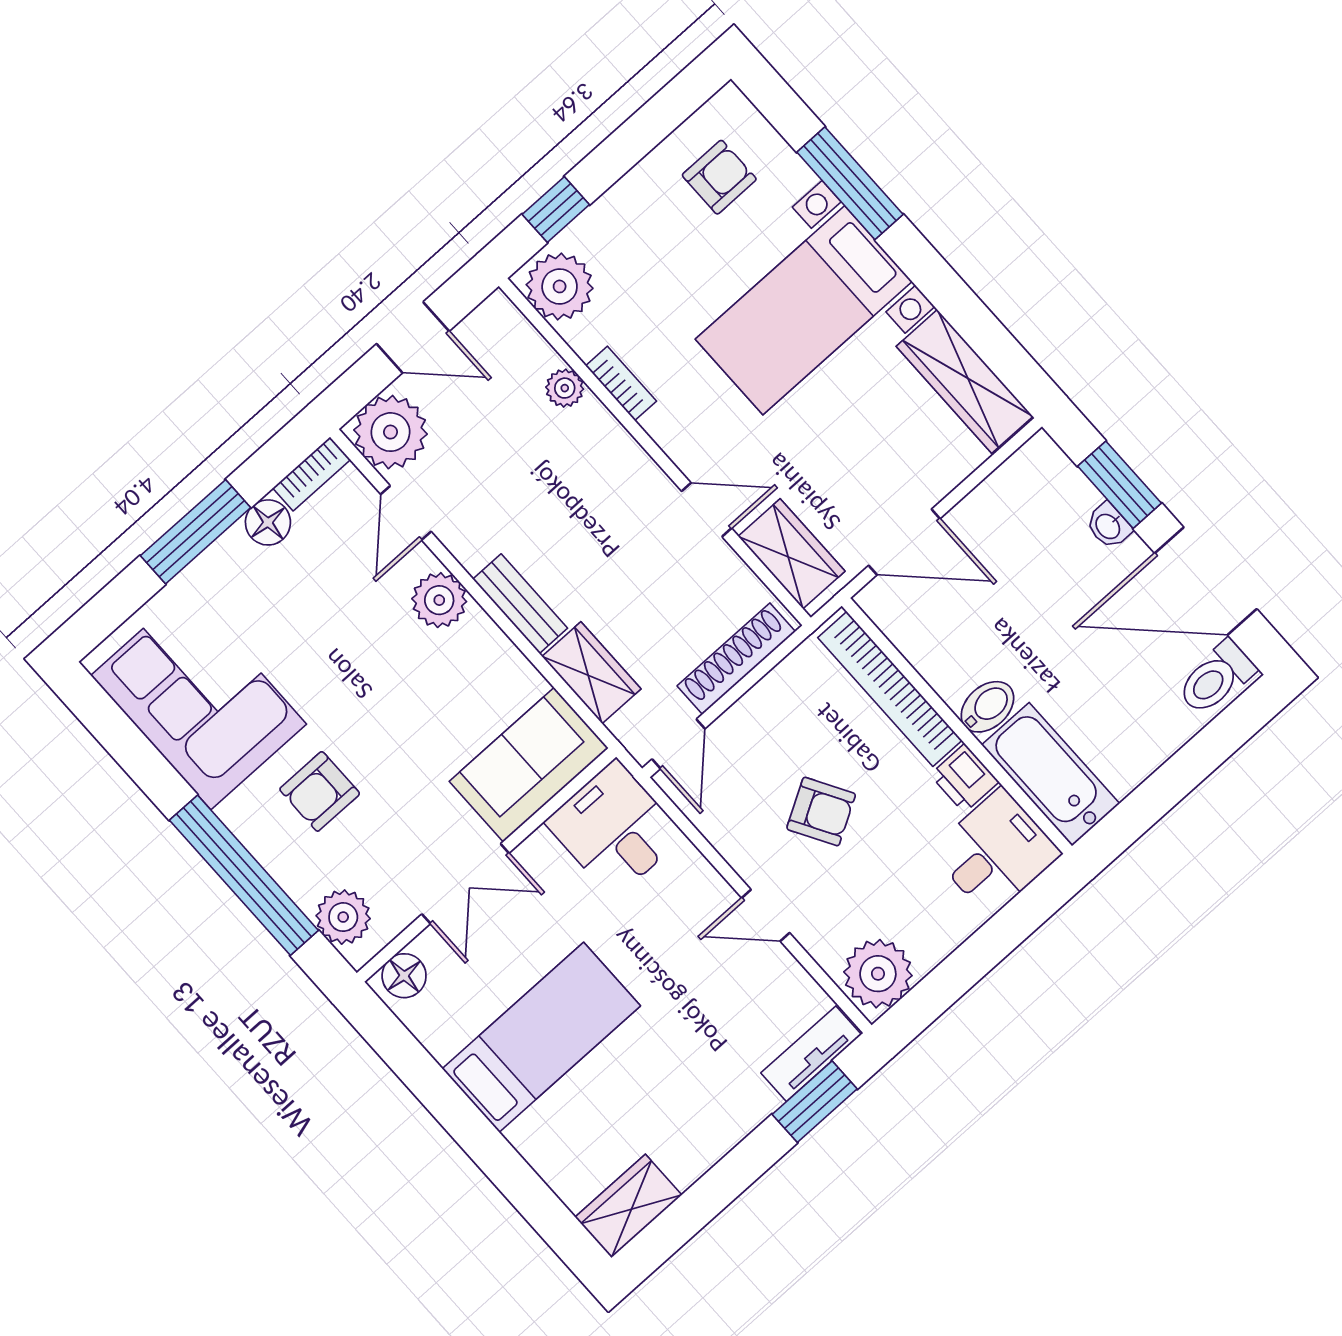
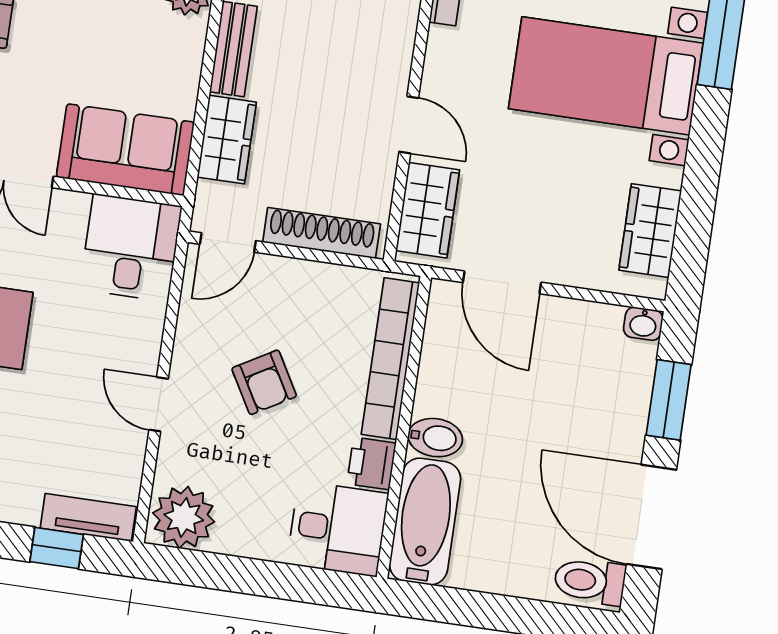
wardrobe: (965, 381) -> (650, 231), width x0.67
washbasin: (1109, 526) -> (643, 324), moved, turned -90
window: (815, 1102) -> (57, 548), width x0.67

